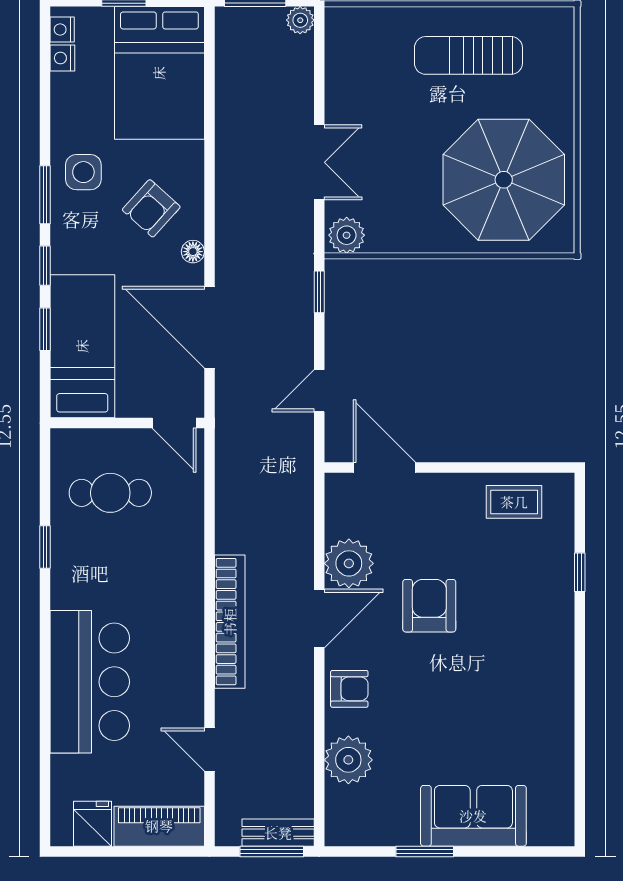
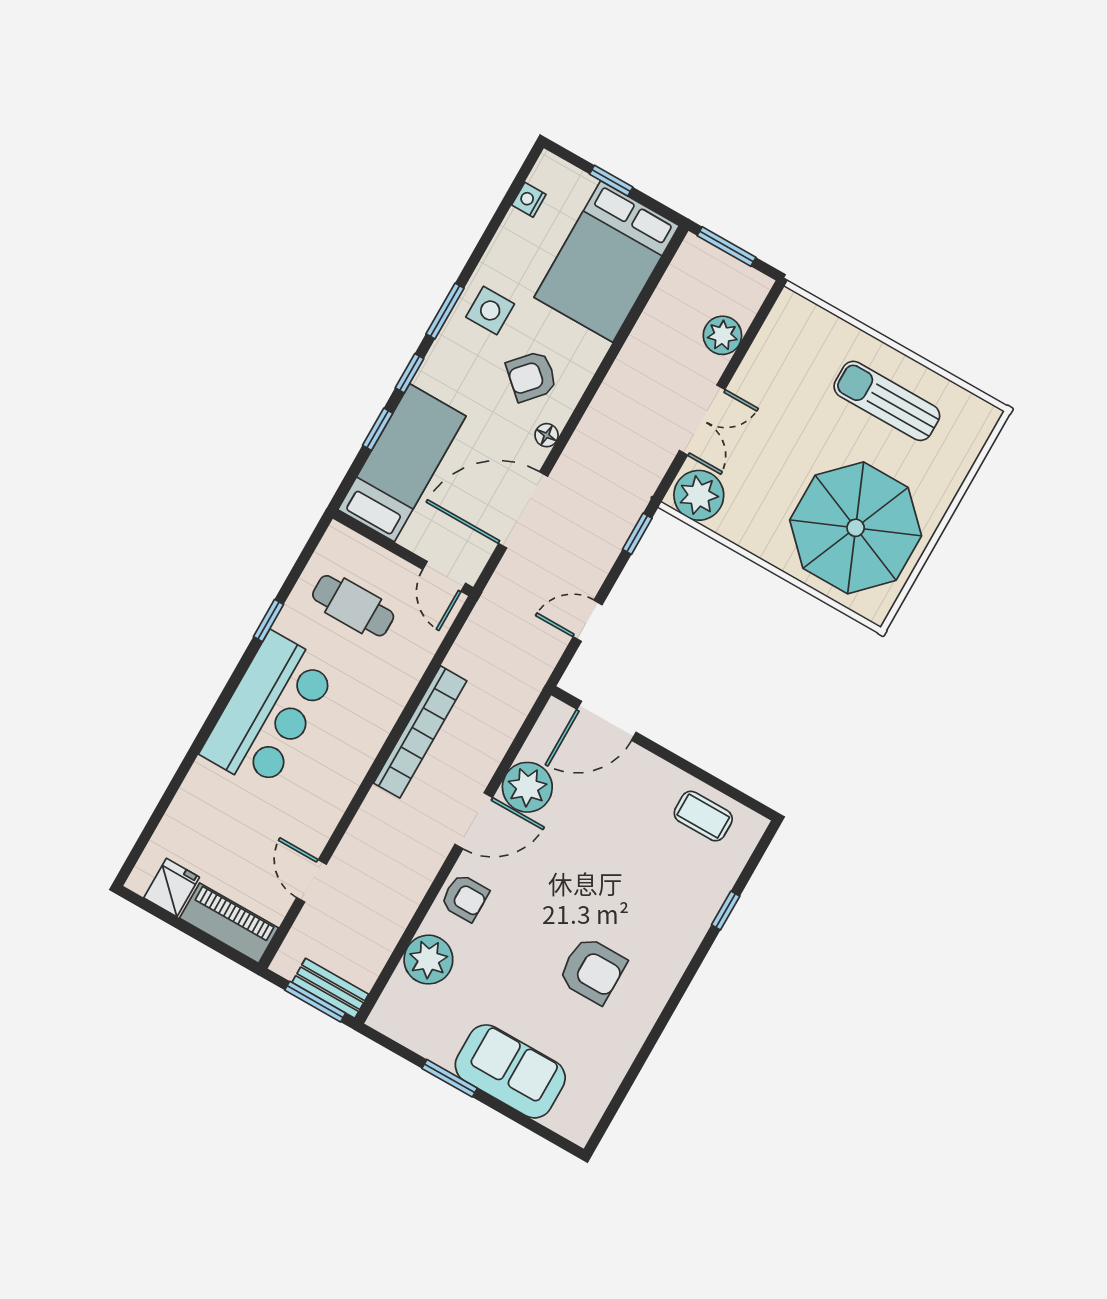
plant: (300, 20) -> (722, 335), moved, width x1.38, depth x1.38
nightstand: (62, 30) -> (543, 175), removed
plant: (347, 235) -> (699, 495), width x1.36, depth x1.36
door: (209, 327) -> (523, 510), hinge flipped
door: (384, 468) -> (606, 721), swing flipped
armchair: (429, 606) -> (592, 970), moved, turned 90
bookcase: (230, 622) -> (420, 732), moved
bar counter: (90, 682) -> (269, 711), moved

